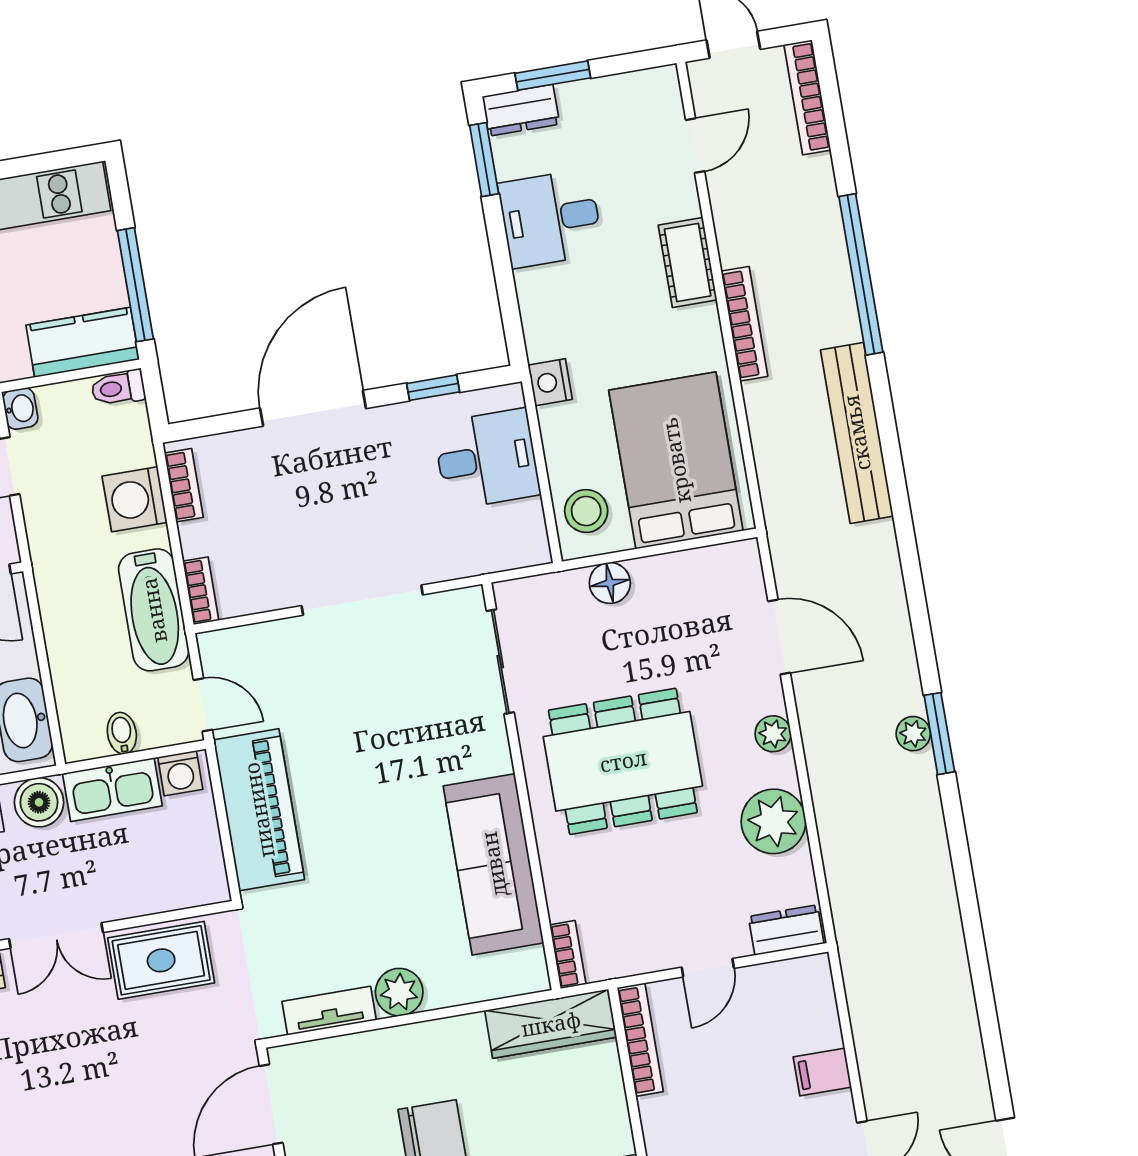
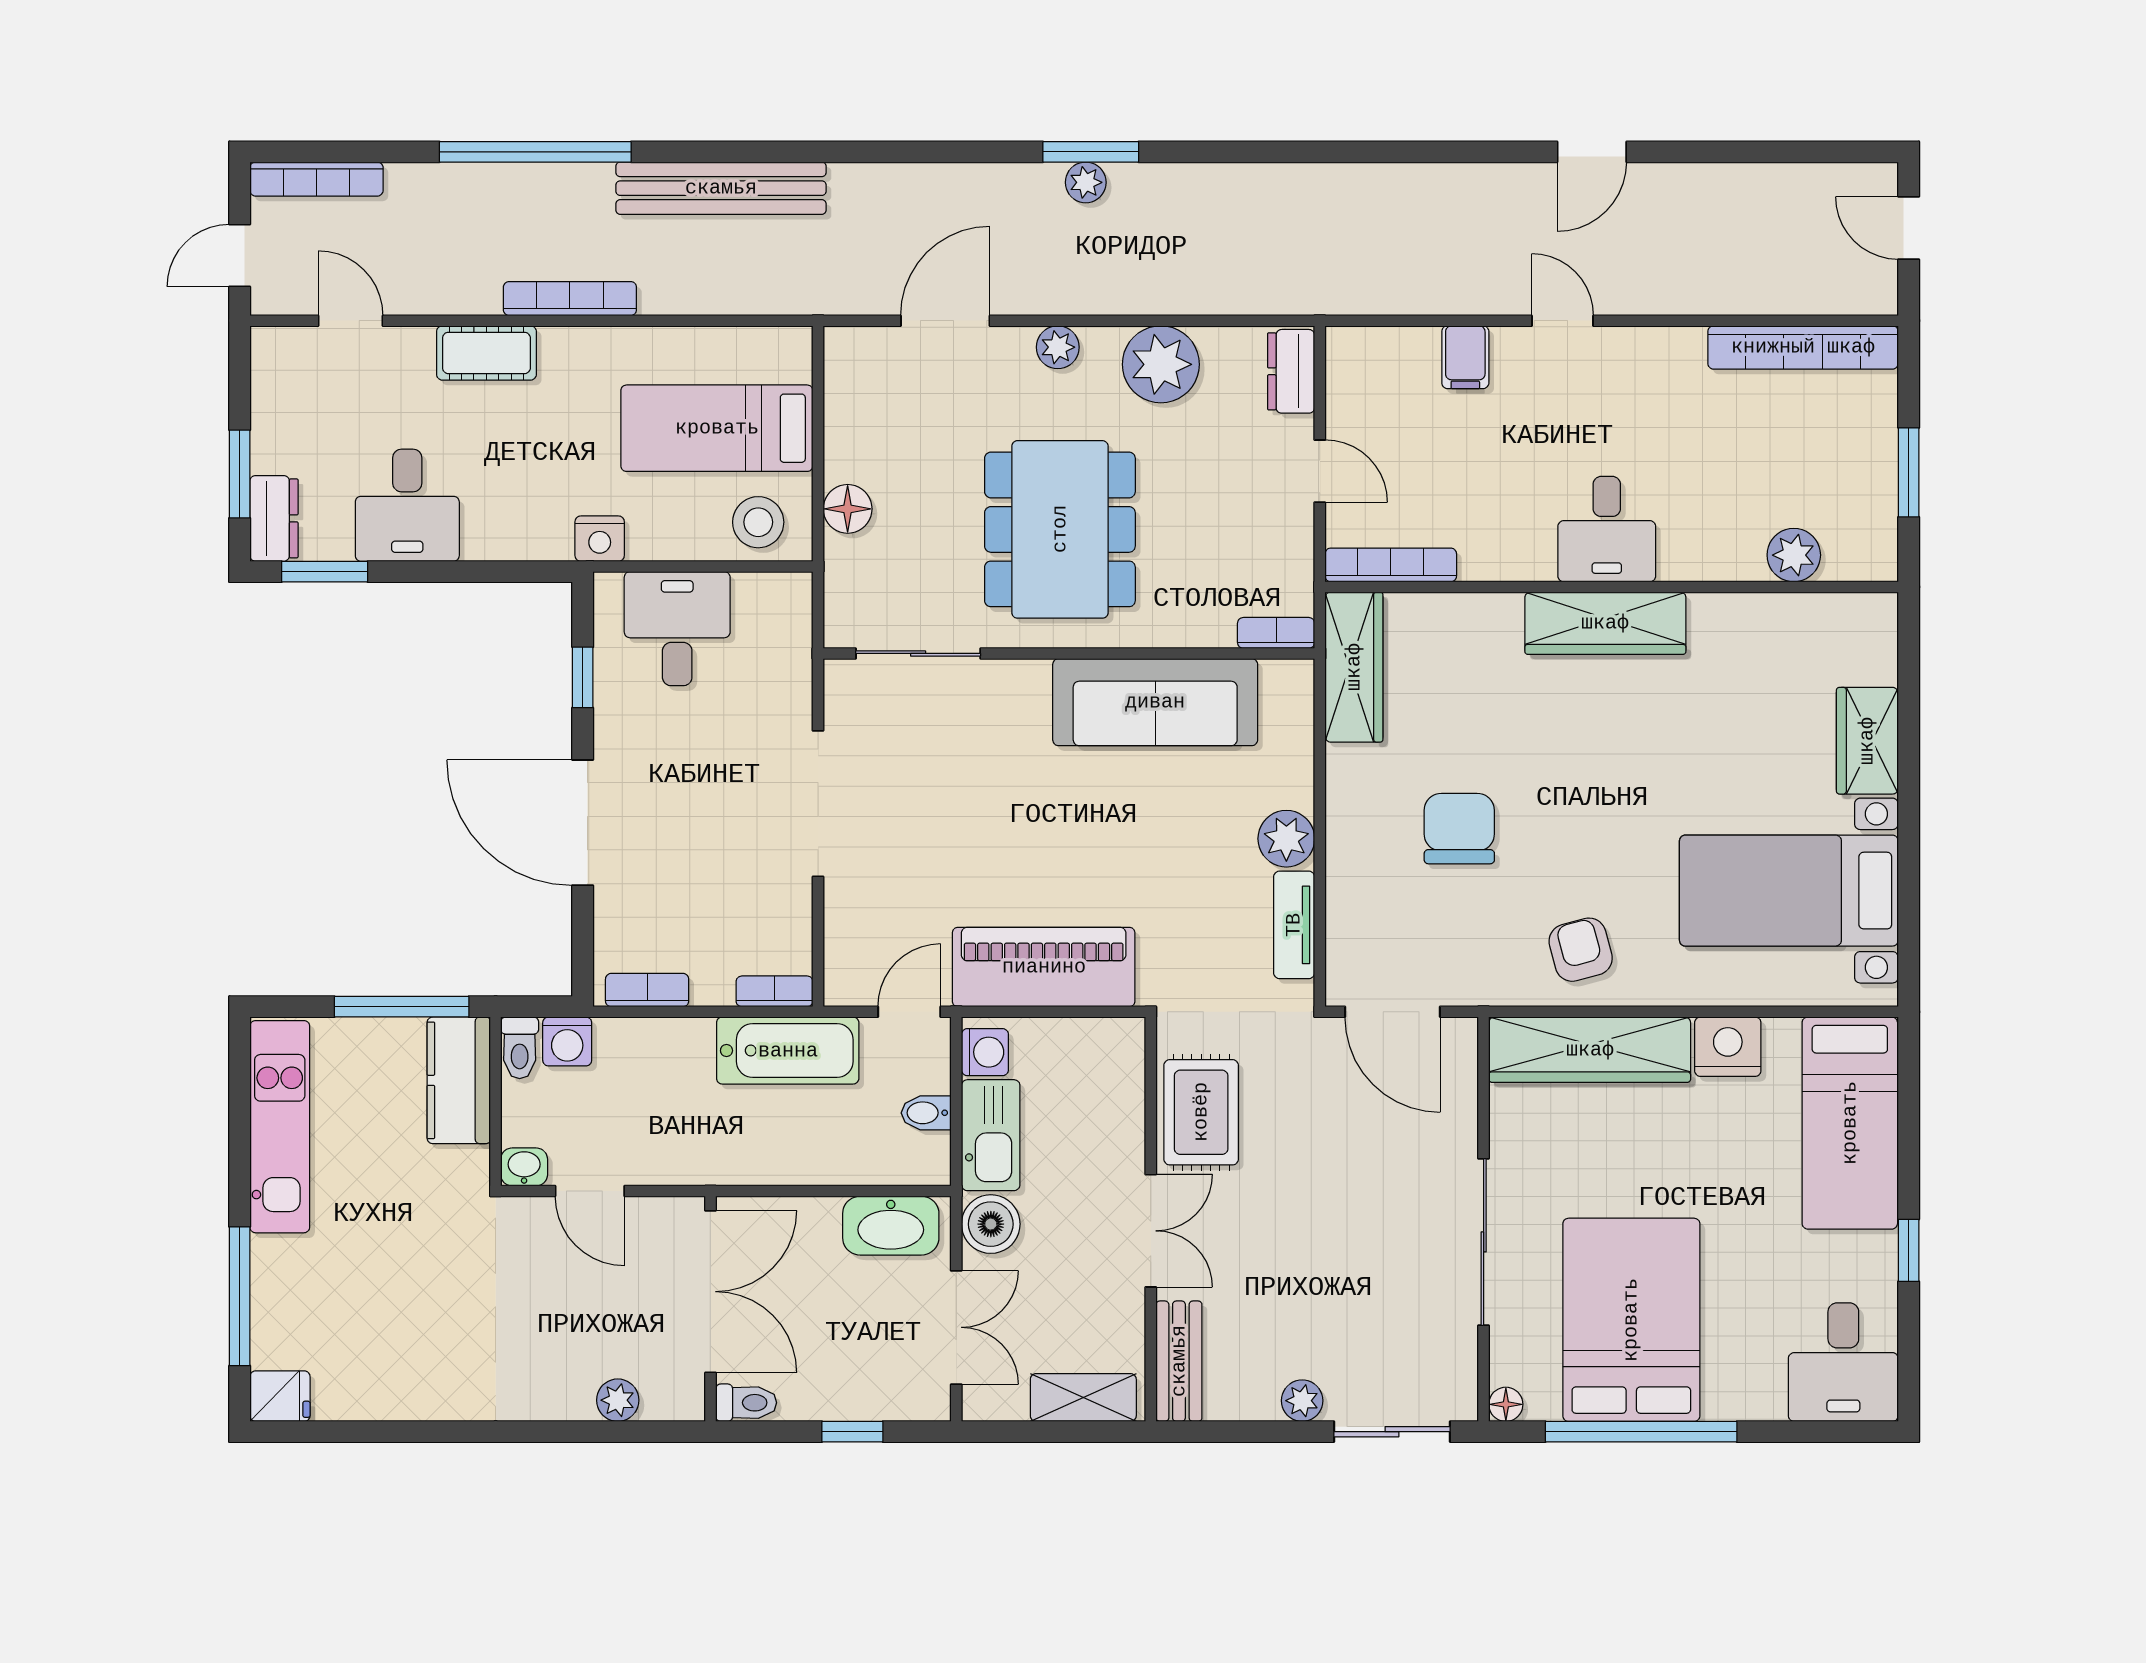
bed: (676, 460) -> (717, 428), width x0.67
washing machine: (135, 499) -> (567, 1041), moved, width x0.73, depth x0.73

